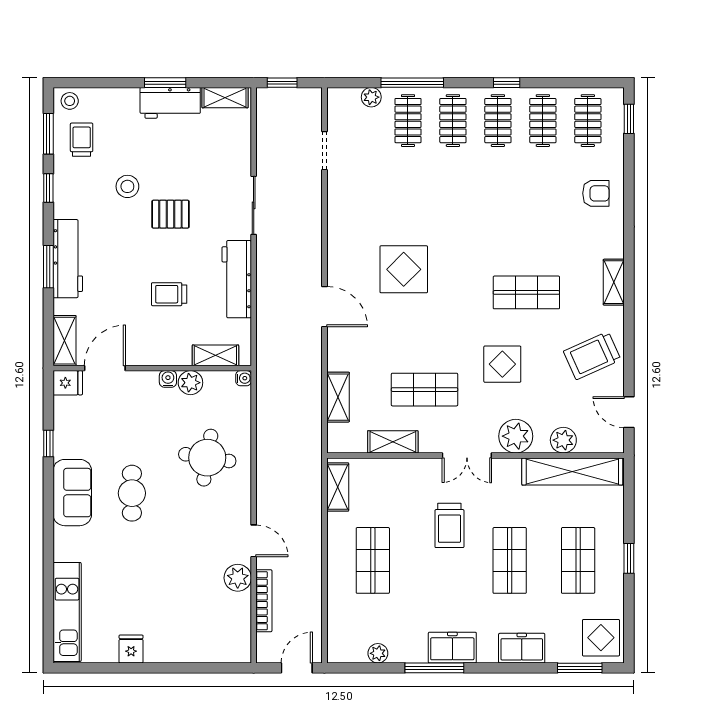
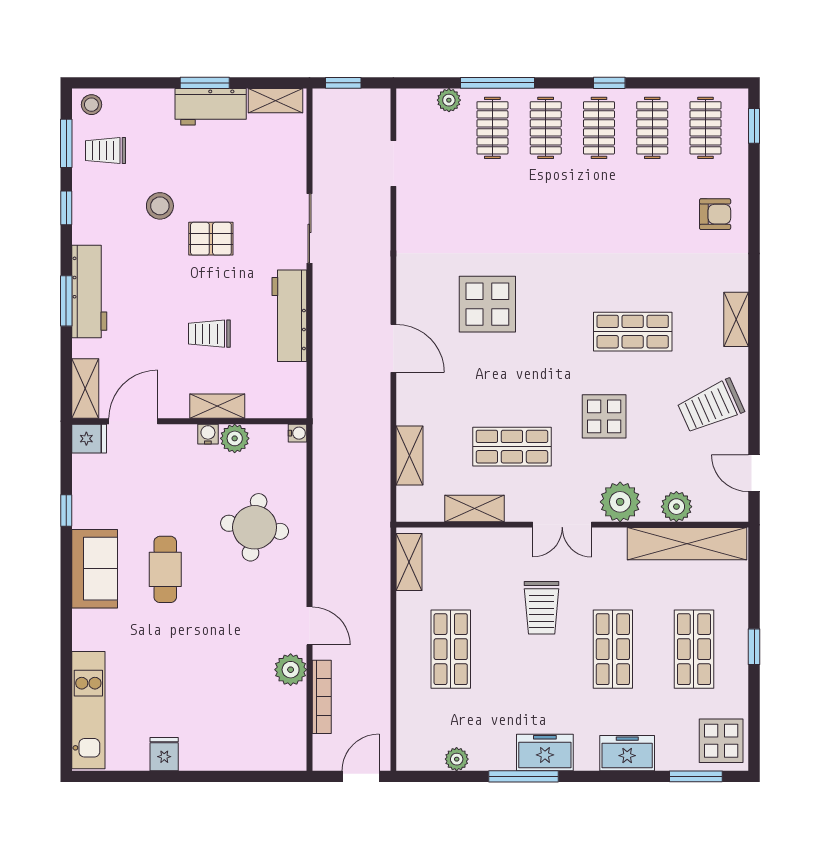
trolley: (82, 140) -> (106, 151), turned -90
shelving: (215, 355) -> (217, 406), moved

